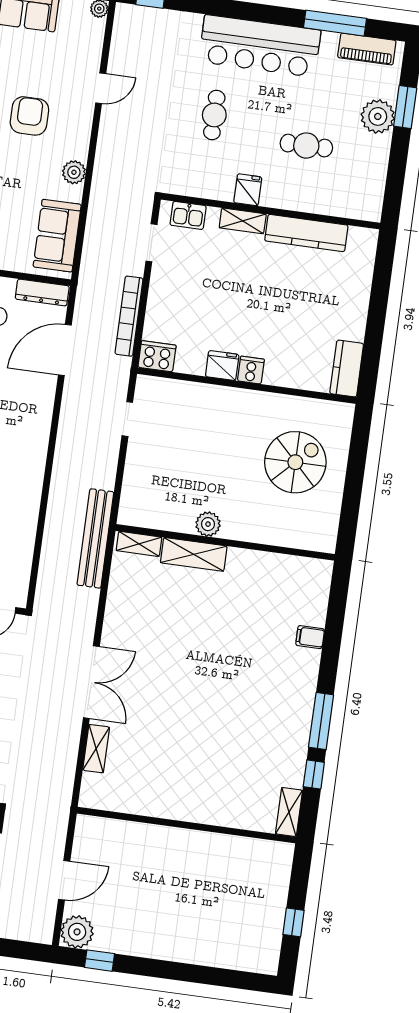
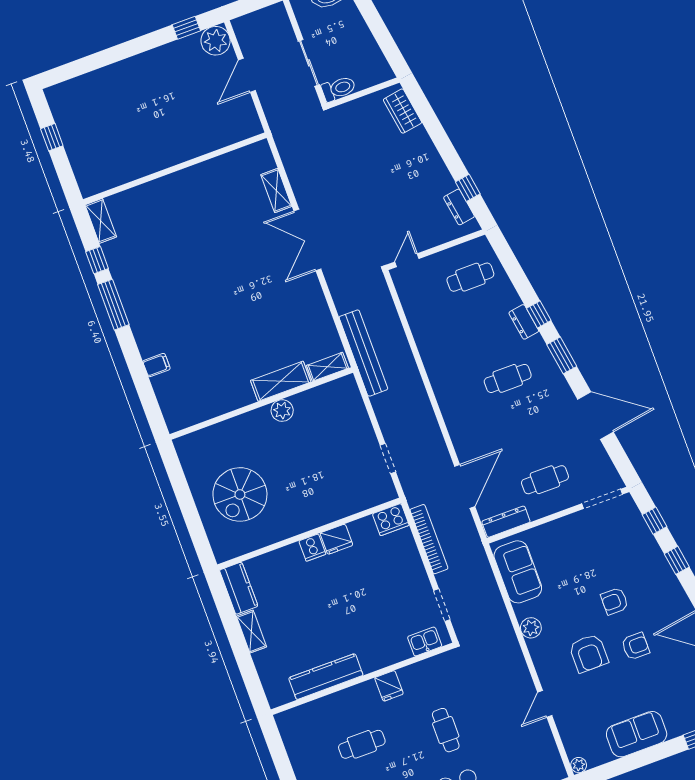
shelving: (243, 221) -> (251, 632), moved, turned 90

